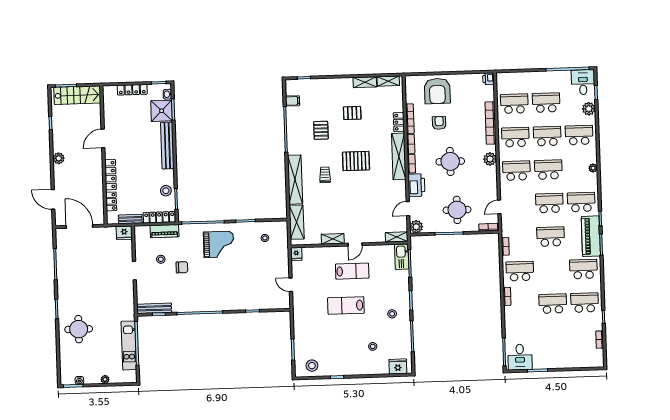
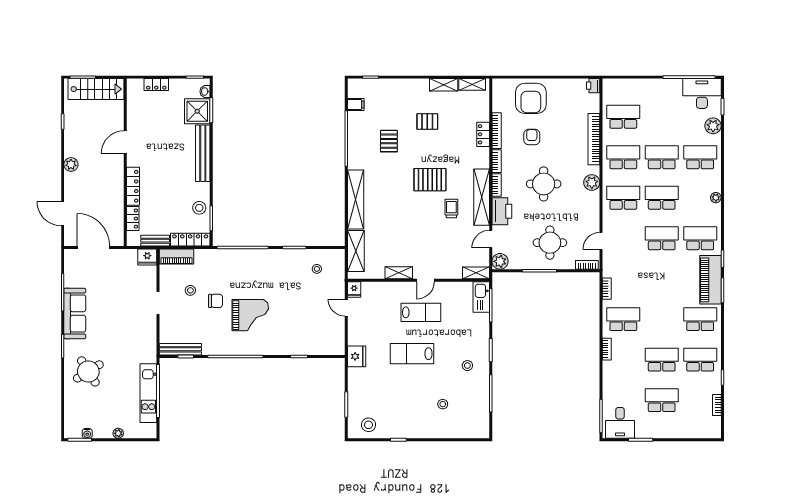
desk: (583, 82) -> (702, 94), width x1.37
locker: (132, 90) -> (156, 85), width x0.66
school desk: (546, 103) -> (662, 117), removed
shelving: (399, 156) -> (482, 197), moved
trolley: (325, 175) -> (451, 208), moved
piano: (164, 231) -> (177, 257), moved
school desk: (551, 237) -> (662, 400), moved
grand piano: (219, 244) -> (250, 315), moved
sofa: (66, 282) -> (75, 313), added
door: (291, 285) -> (346, 308), moved
round table: (79, 329) -> (88, 371), turned -32
fridge: (398, 366) -> (357, 356), moved, turned 90

